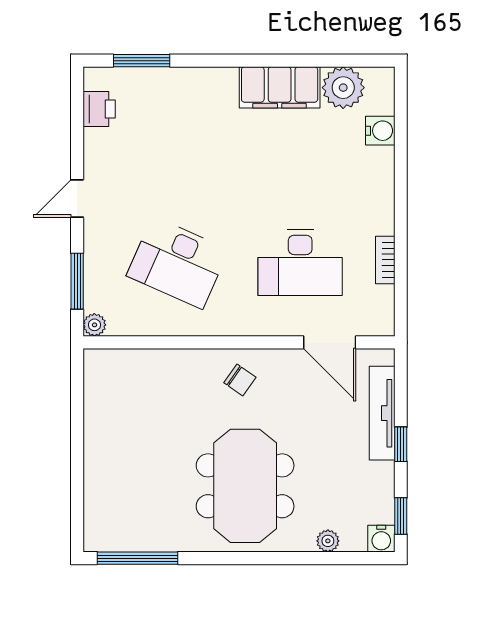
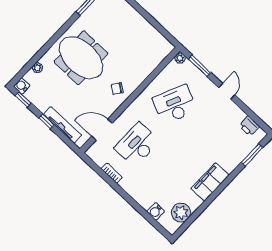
filing cabinet: (280, 87) -> (210, 182), moved

